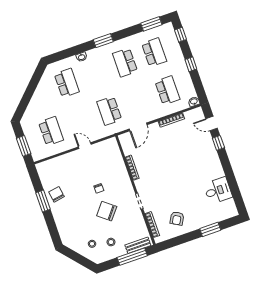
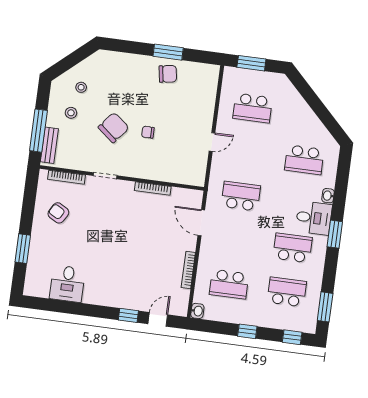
school desk: (154, 52) -> (287, 292), turned 180
desk: (100, 59) -> (314, 218), added

